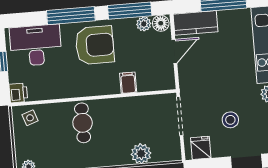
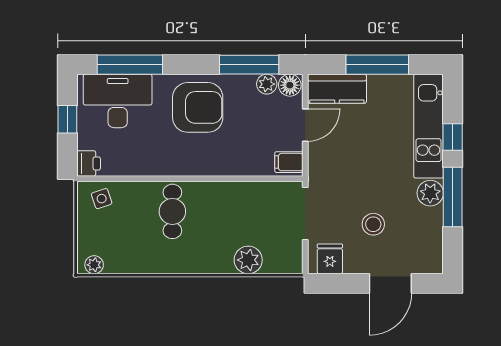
window: (71, 16) -> (130, 65), moved
filing cabinet: (128, 83) -> (289, 162), moved, turned -90

